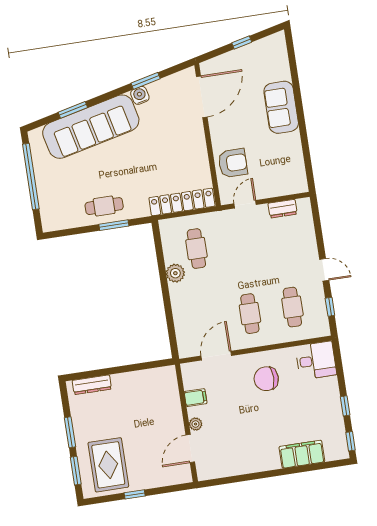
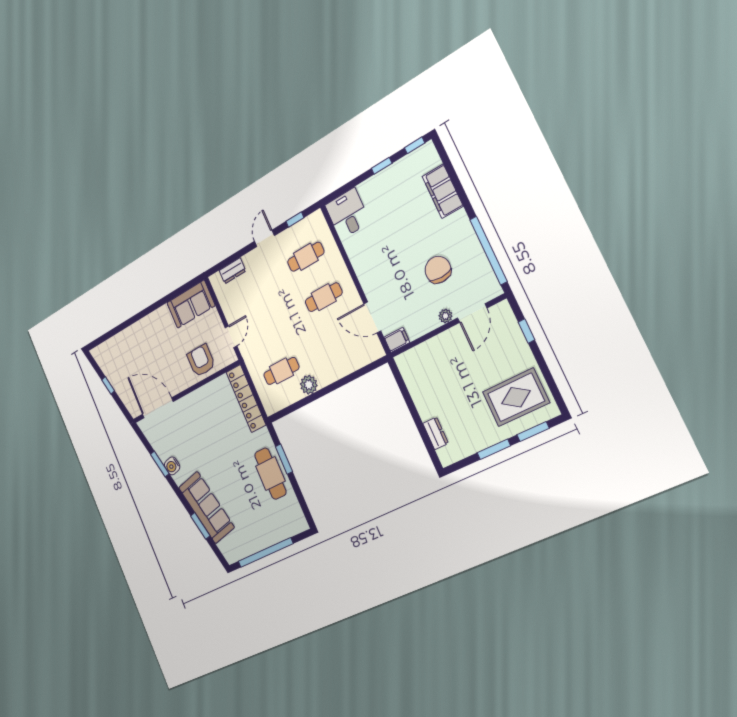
sofa: (281, 107) -> (191, 304), moved
sofa: (91, 127) -> (206, 507), width x0.74, depth x0.79
door: (245, 204) -> (231, 337), swing flipped
cafe table: (104, 206) -> (270, 474), width x1.37, depth x1.35
dresser: (283, 209) -> (232, 271), moved, turned 90
chair: (266, 379) -> (438, 270), moved, turned 180
dresser: (92, 385) -> (436, 433), width x0.70
filing cabinet: (196, 398) -> (397, 340), moved, turned 90
door: (190, 449) -> (472, 313), hinge flipped
window: (238, 479) -> (488, 251), added
window: (135, 494) -> (526, 331), moved

